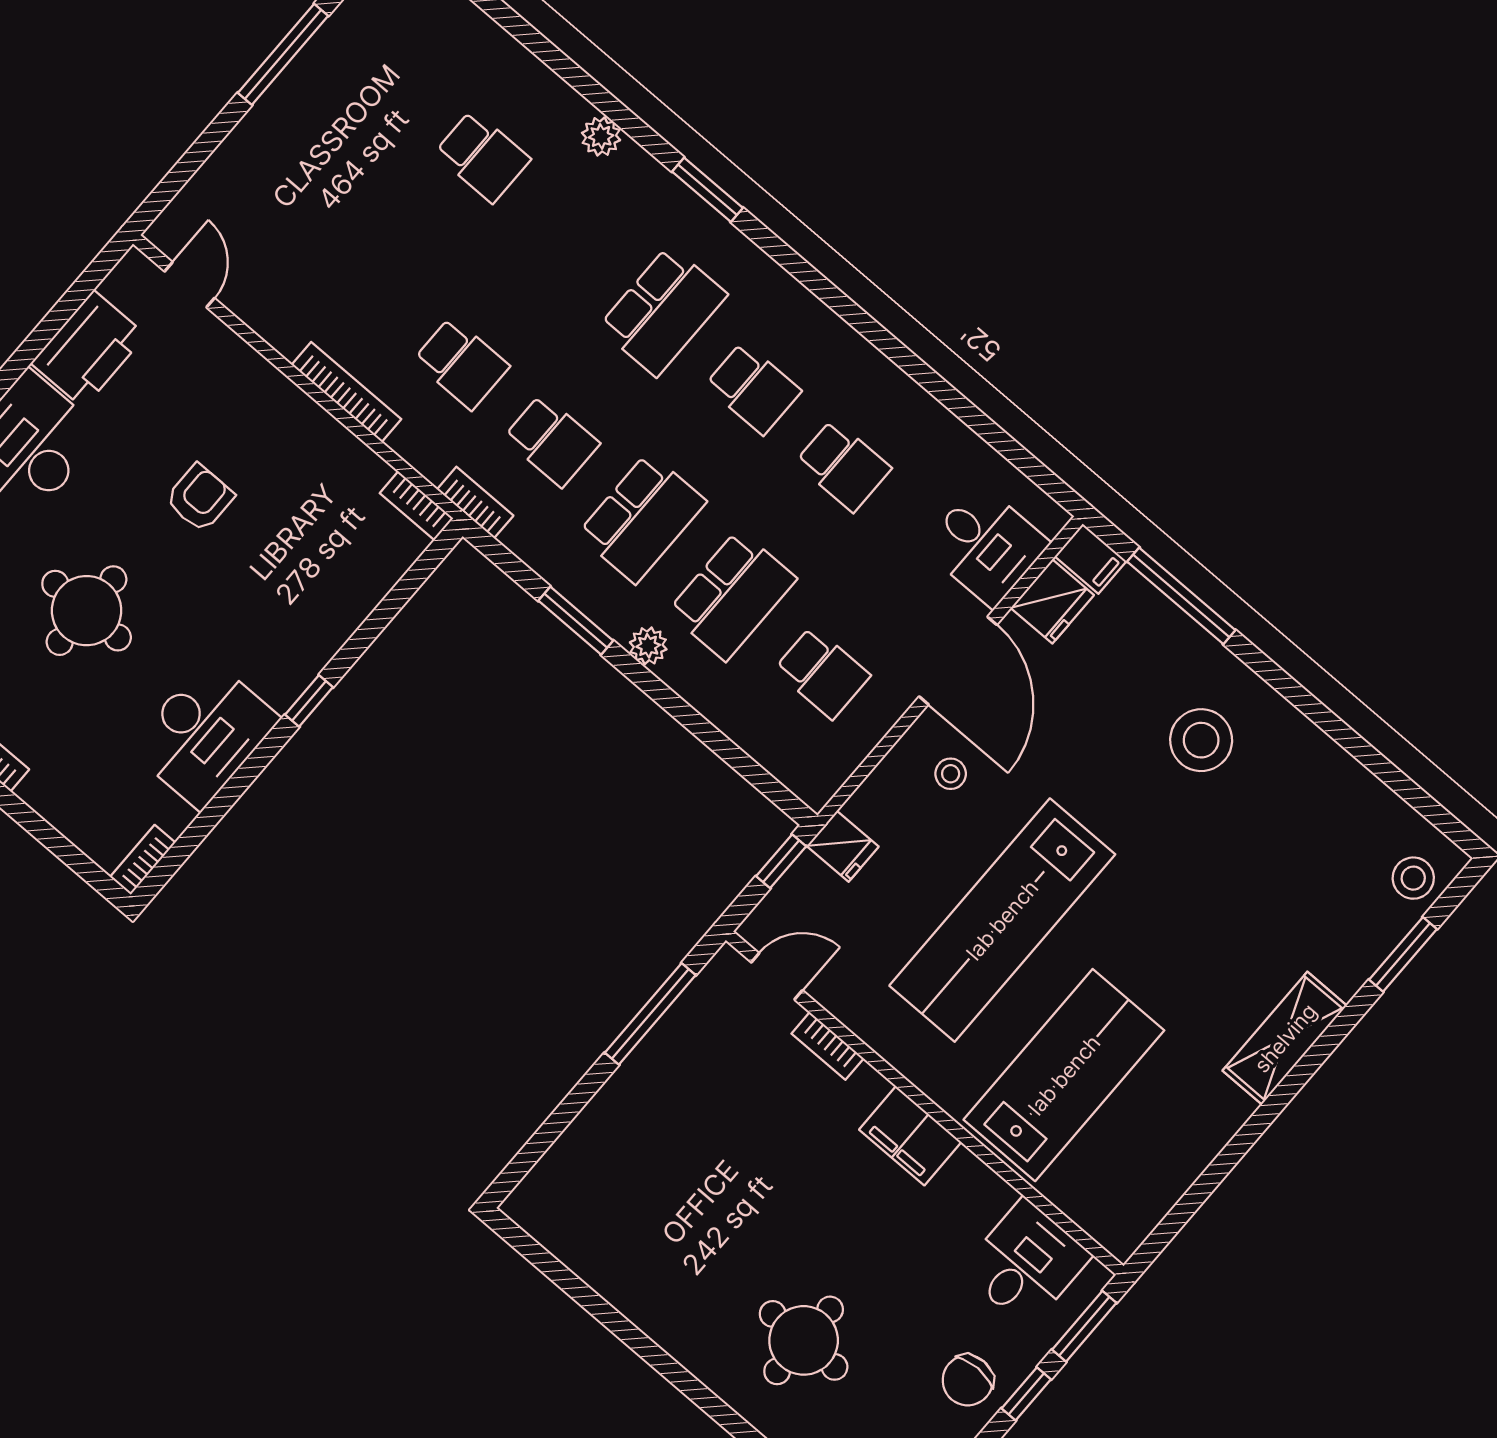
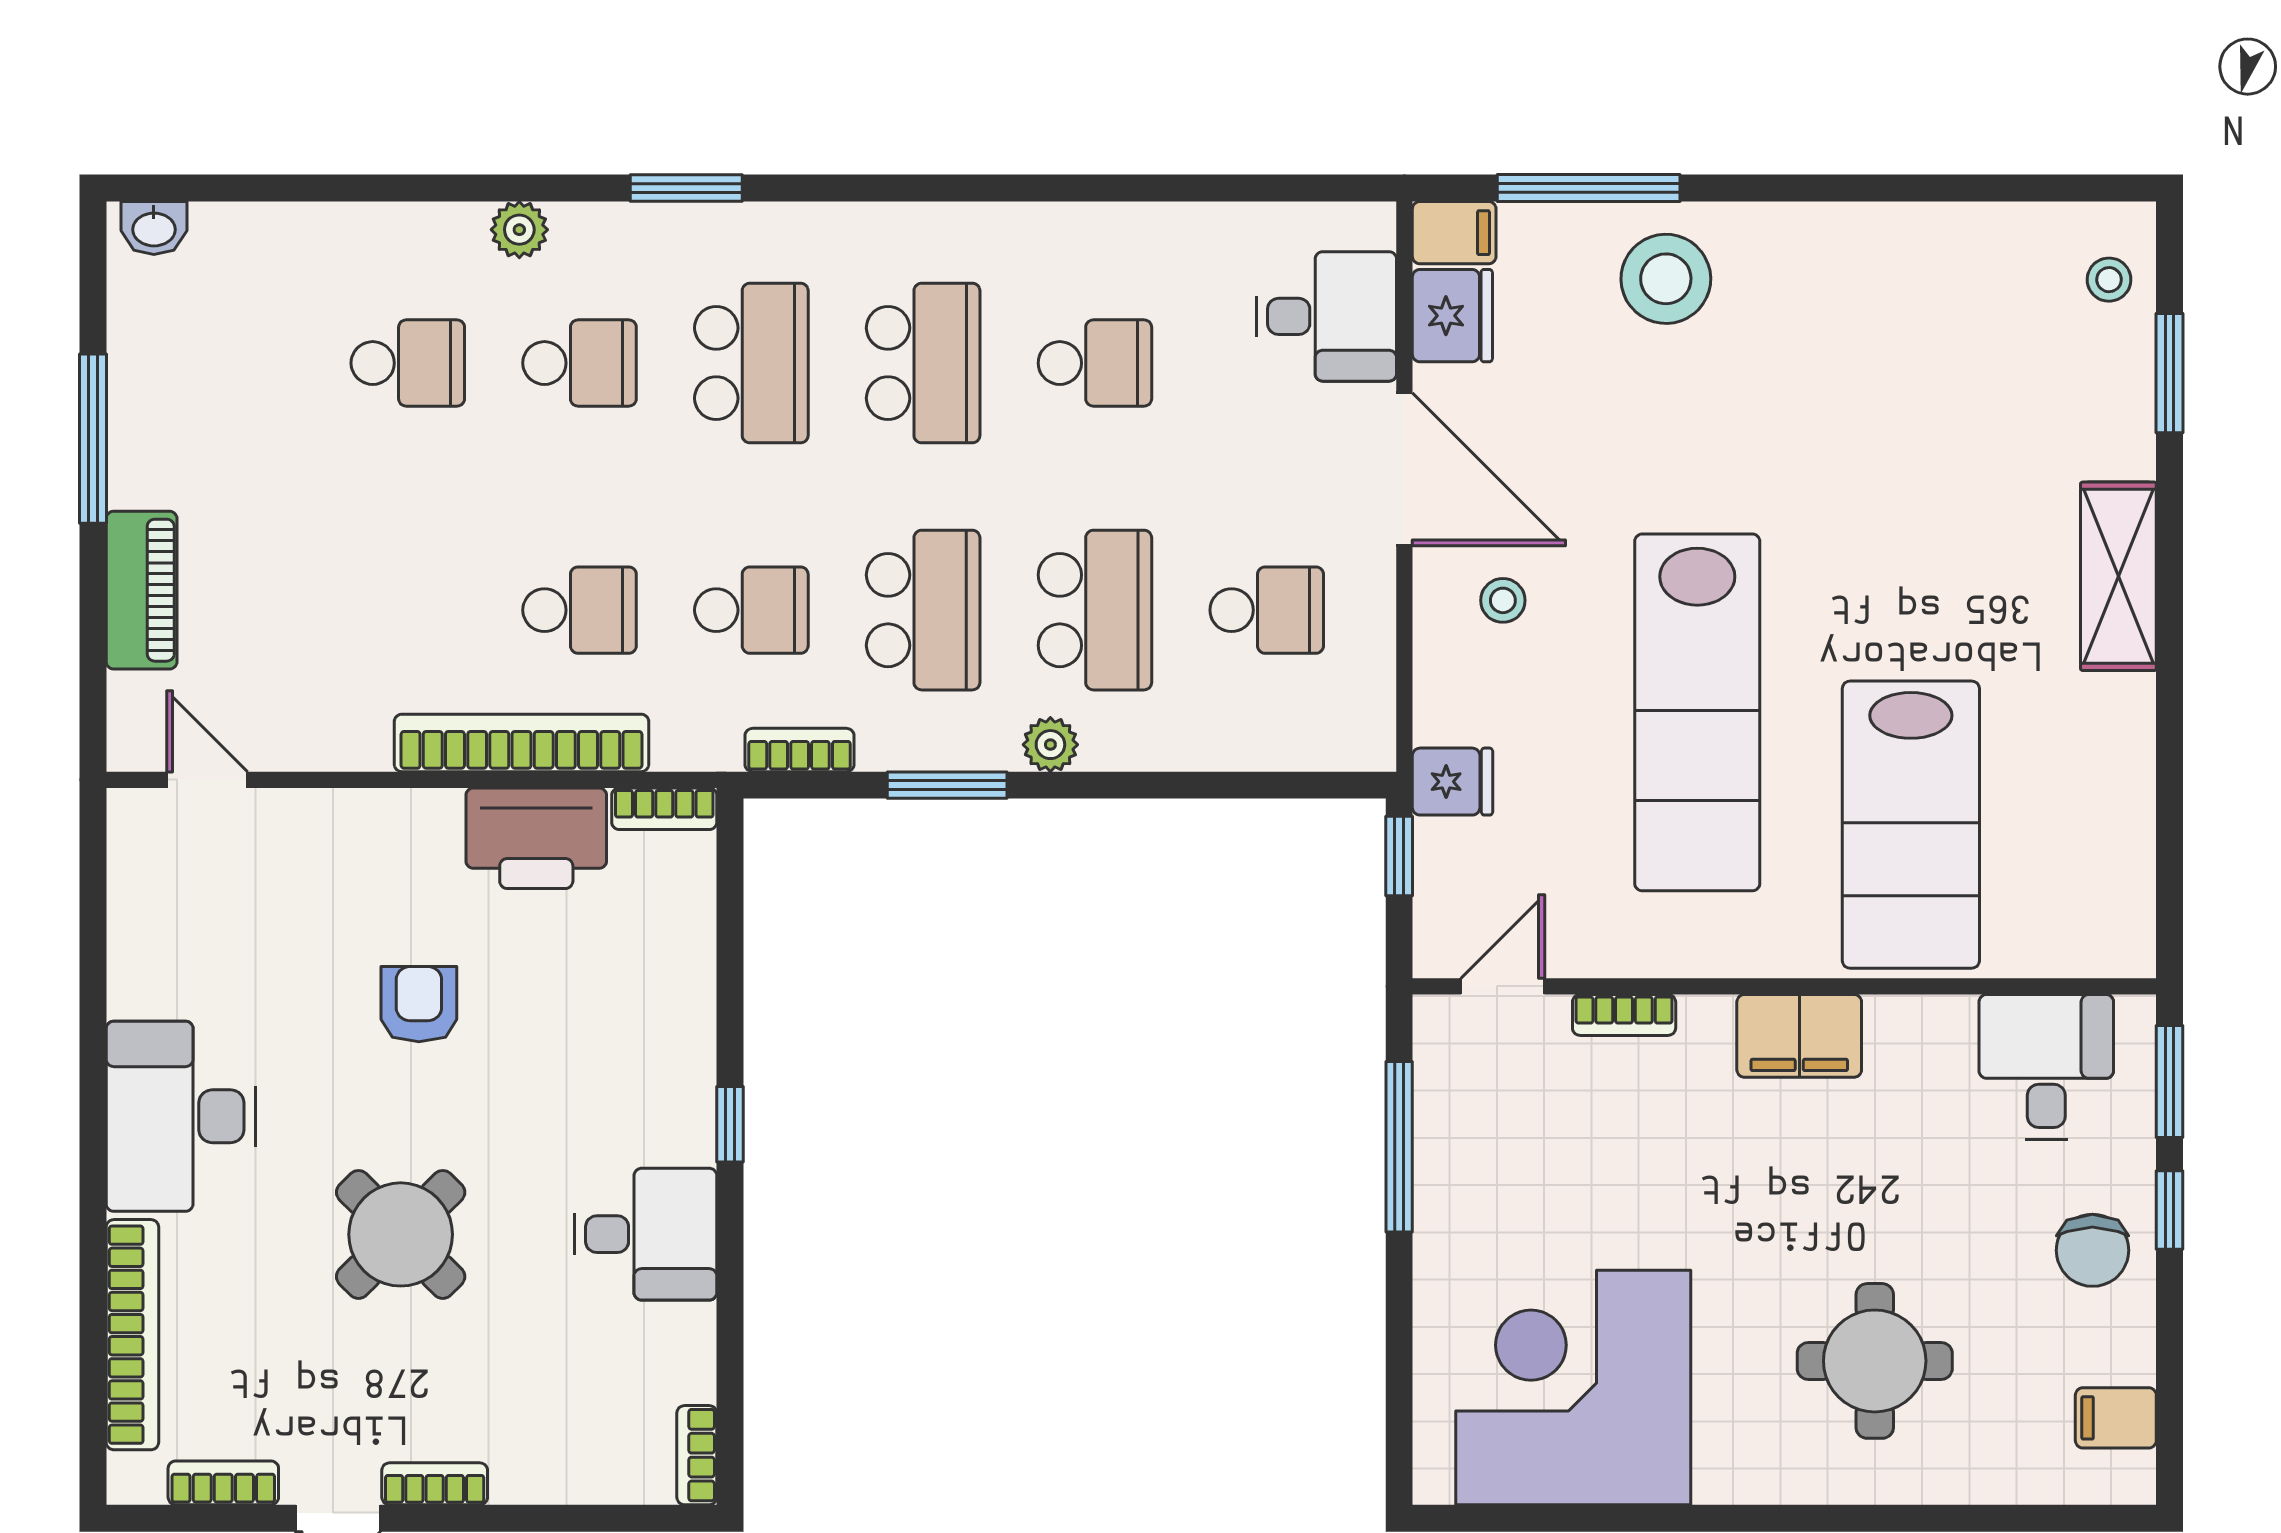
piano: (240, 156) -> (142, 590), added
school desk: (573, 234) -> (580, 363), added
printer: (88, 349) -> (536, 838), moved, turned 90
school desk: (753, 388) -> (923, 363), width x1.85
bookcase: (346, 392) -> (522, 743), width x1.48, depth x1.31
bookcase: (475, 503) -> (800, 750), moved
round table: (87, 611) -> (401, 1234), turned 45
desk: (204, 734) -> (646, 1234), width x0.73
stool: (1201, 740) -> (1666, 279), moved
stool: (1413, 878) -> (2109, 280), width x0.73, depth x0.73
lab bench: (1064, 1075) -> (1911, 825), turned 180
corner desk: (633, 1219) -> (1573, 1387), added

